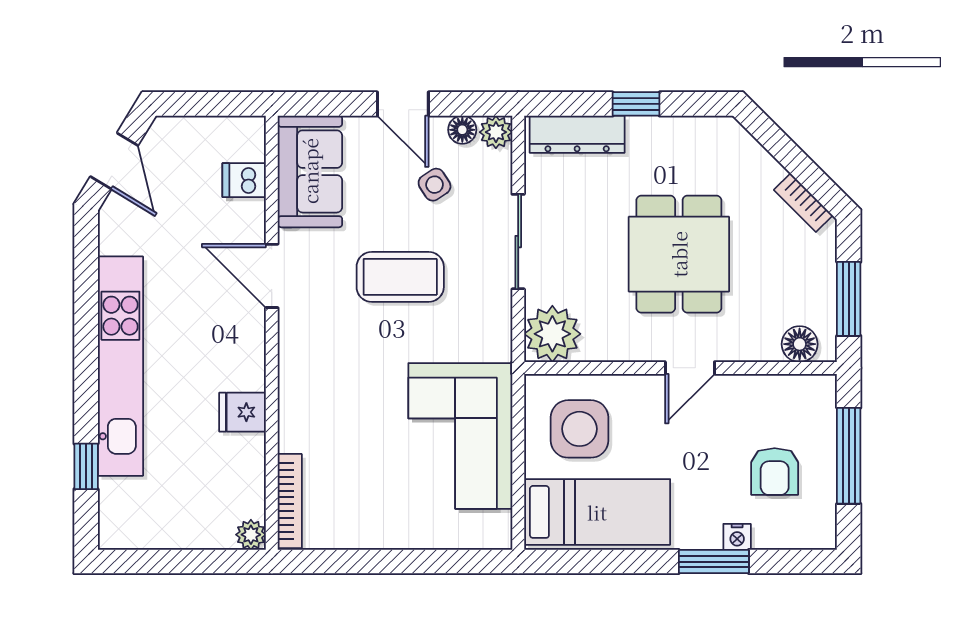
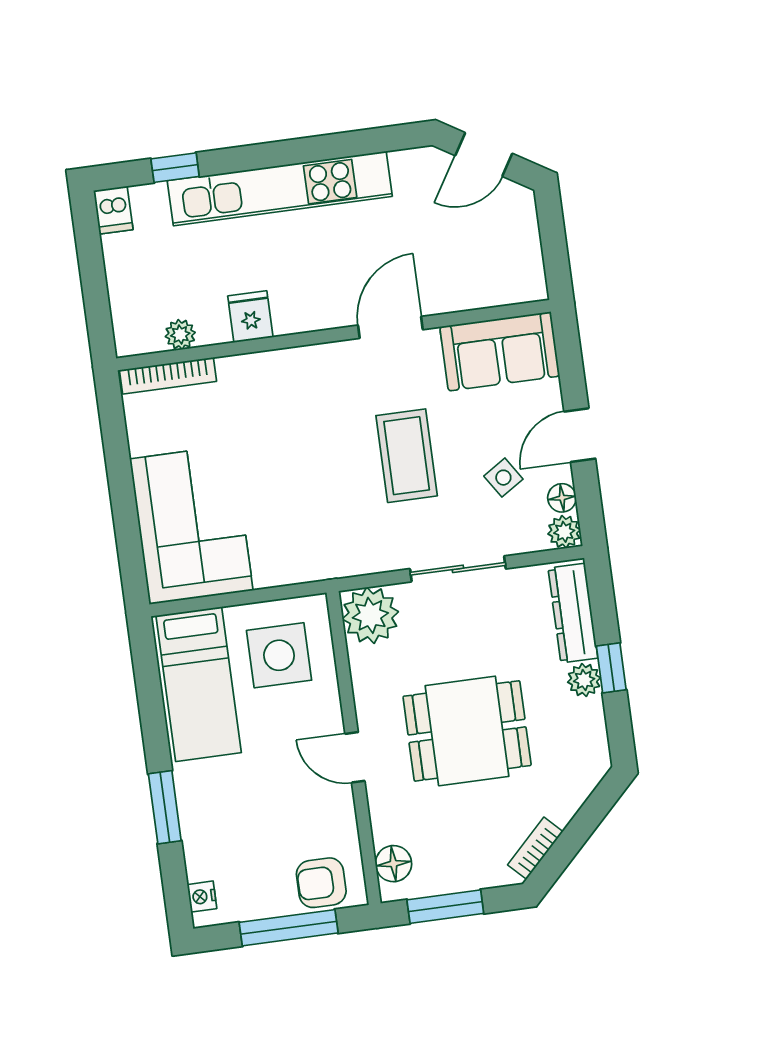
plant: (644, 132) -> (584, 680), added
dishwasher: (244, 180) -> (113, 210), moved, turned 180
corner sofa: (460, 436) -> (191, 525), moved, turned 90
armchair: (775, 472) -> (321, 883), moved
plant: (251, 535) -> (180, 335), moved
nightstand: (737, 537) -> (202, 897), moved

